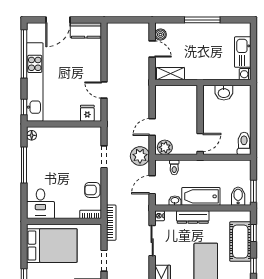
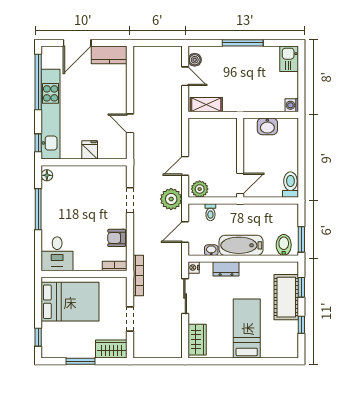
kitchen sink: (243, 52) -> (289, 59), moved, width x0.73
fridge: (87, 113) -> (90, 150), moved
dresser: (193, 217) -> (226, 269), width x0.70

